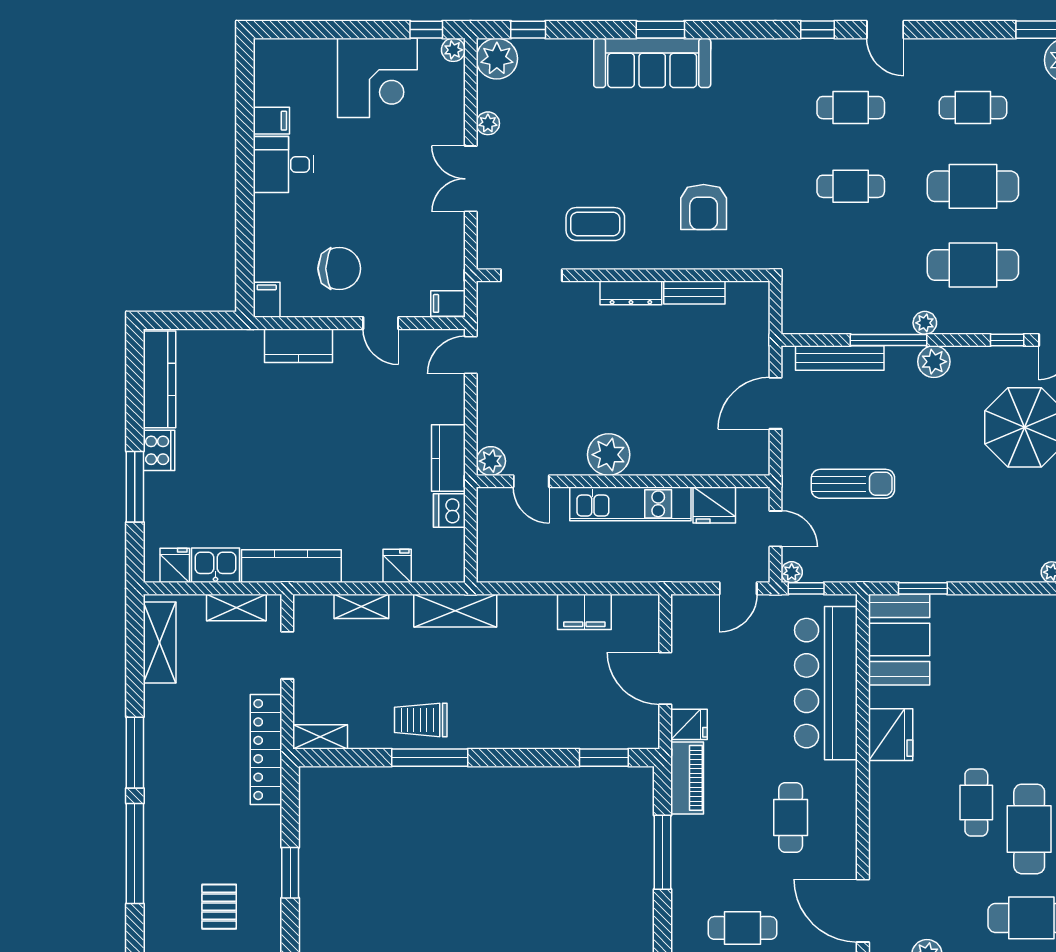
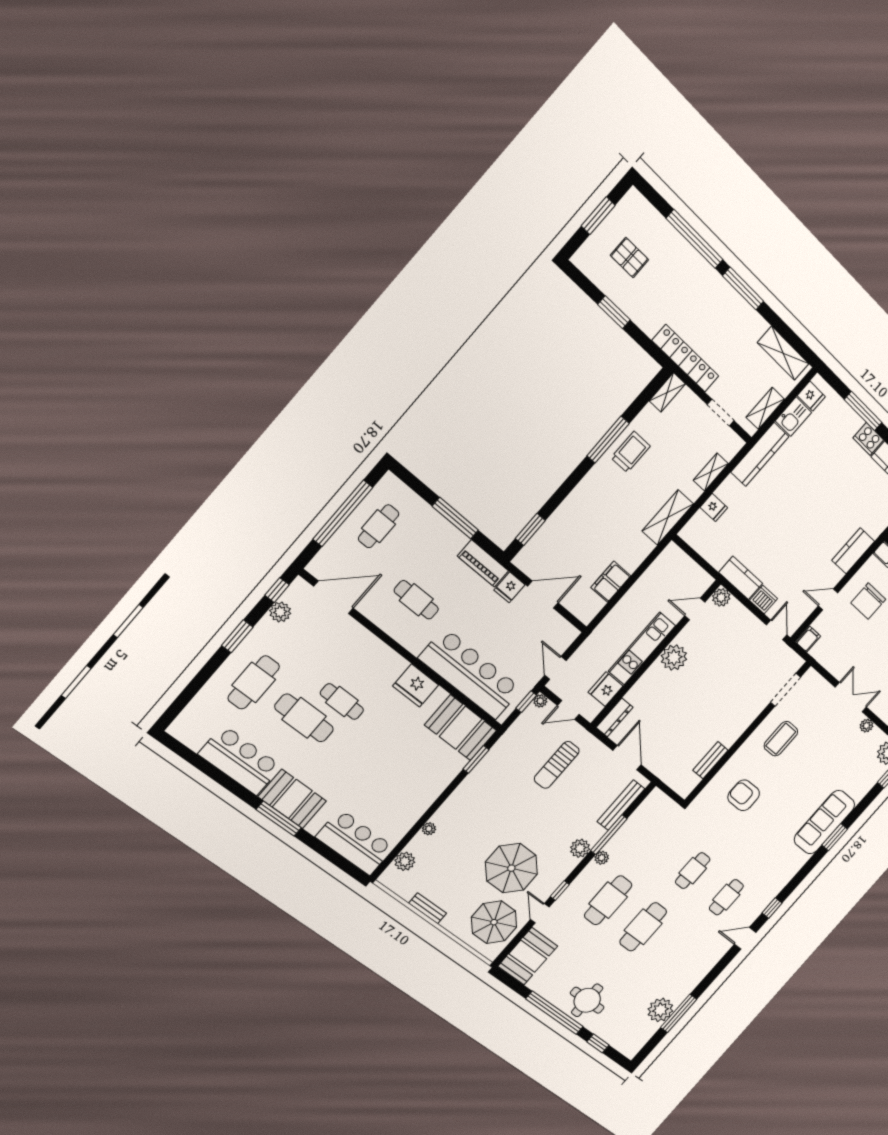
cafe table: (973, 108) -> (677, 953), removed
dresser: (631, 293) -> (614, 717), moved, turned 180
dishwasher: (449, 511) -> (764, 600), moved

